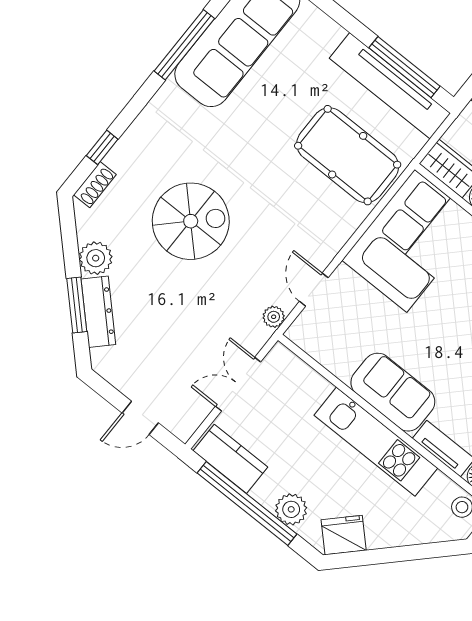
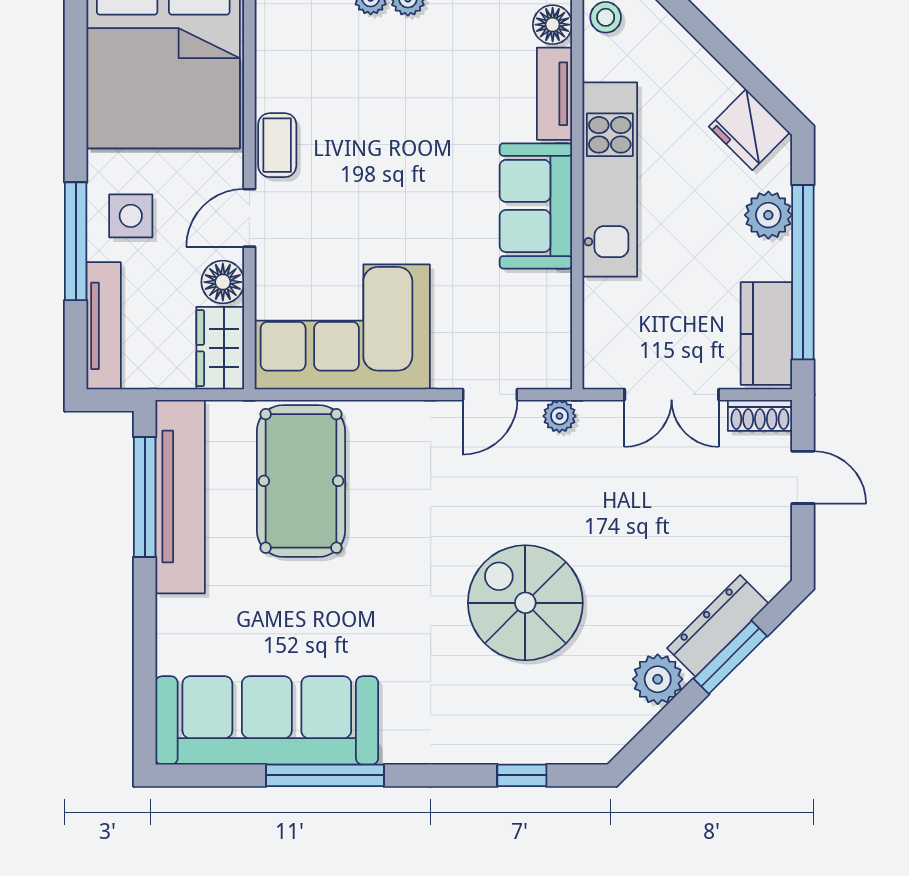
shoe rack: (95, 185) -> (760, 415), moved, turned 180

